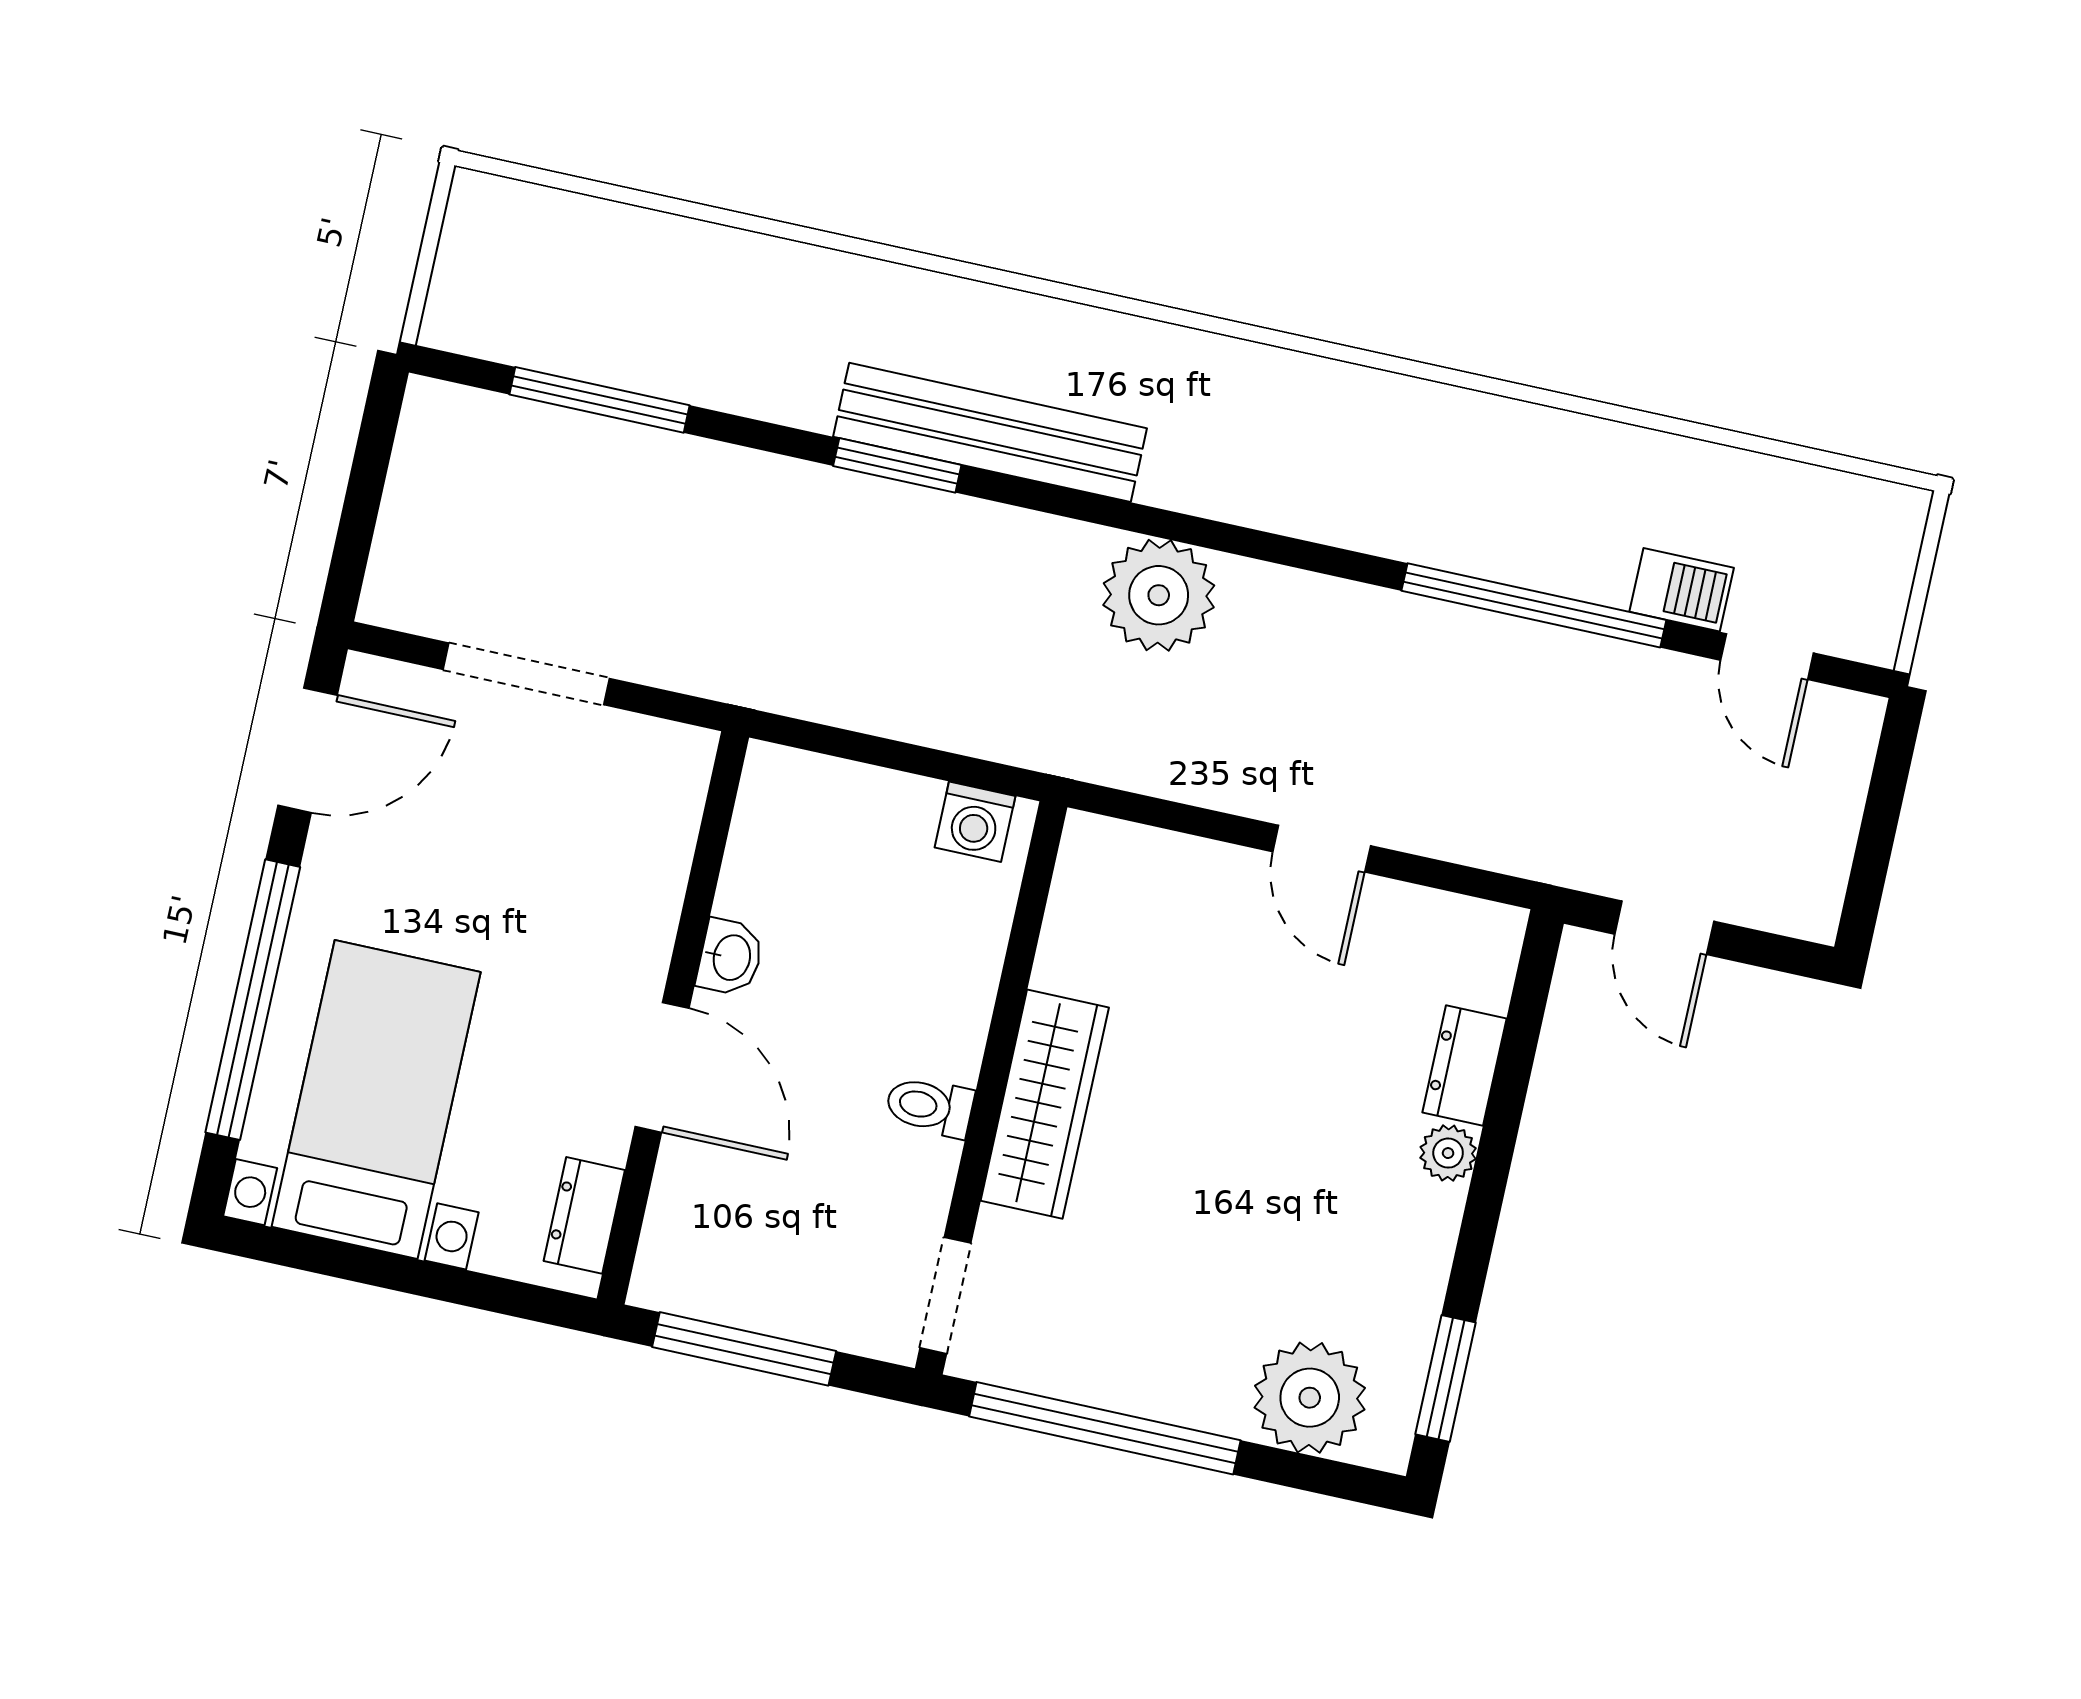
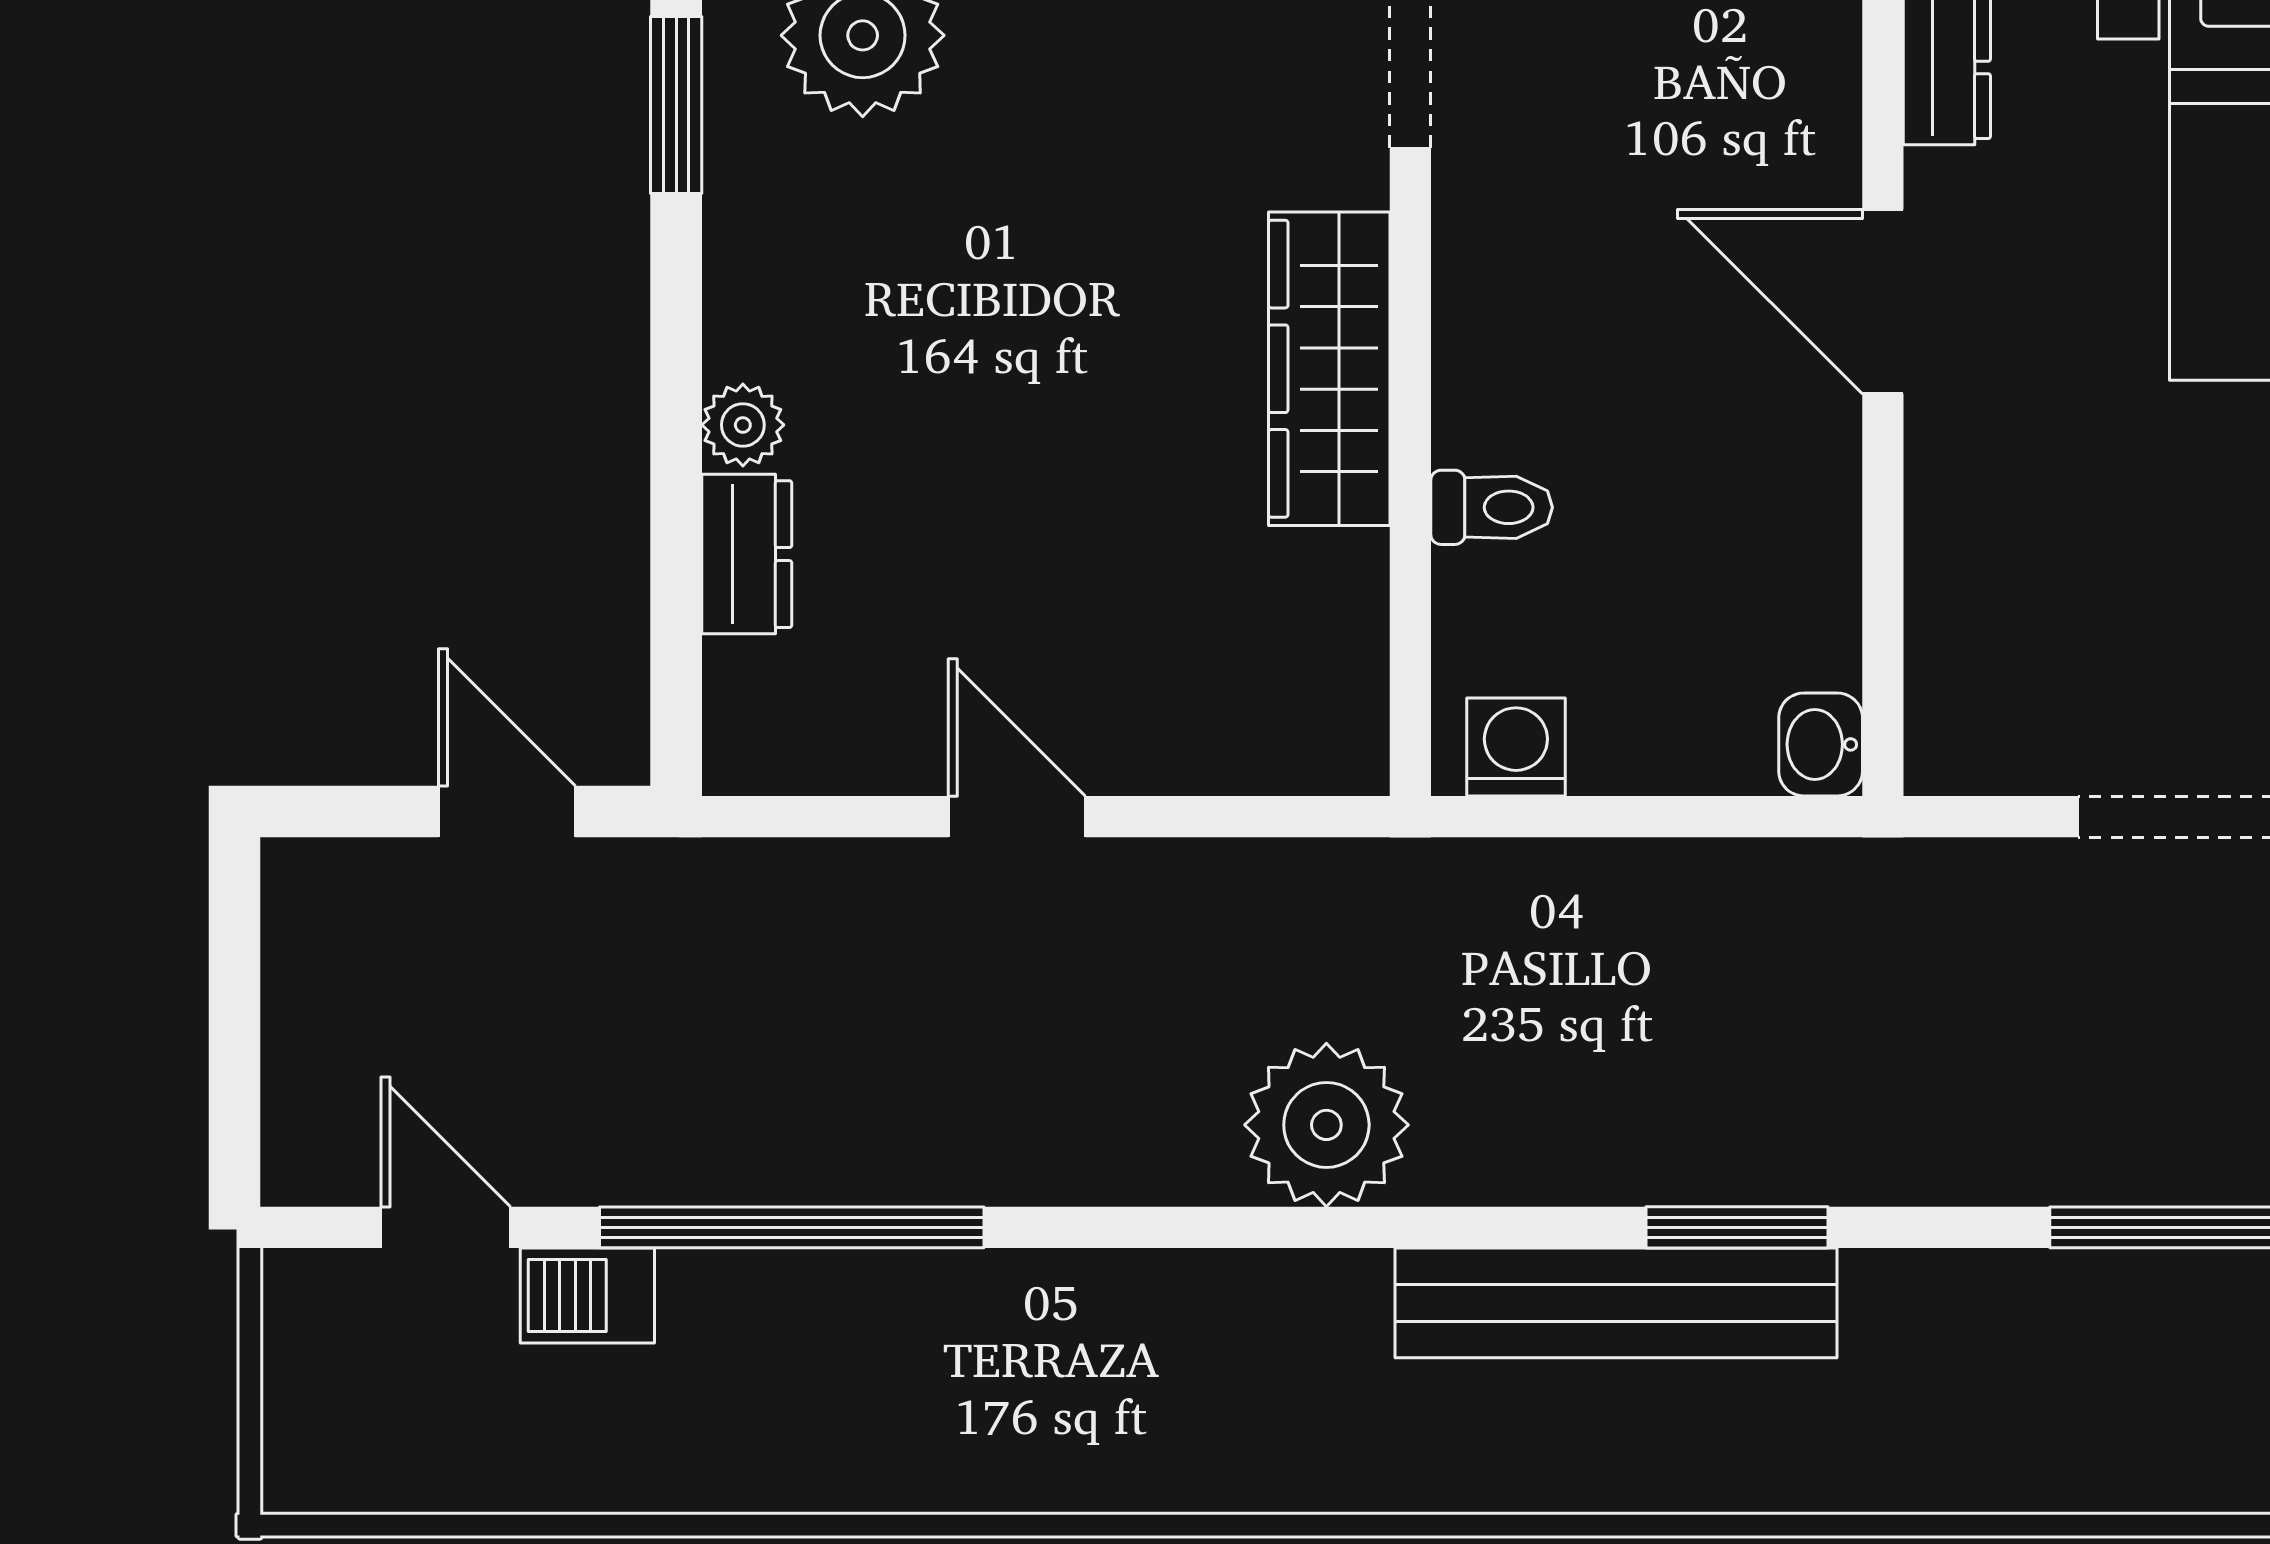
washbasin: (730, 957) -> (1821, 744), moved
toilet: (930, 1107) -> (1492, 507), moved

